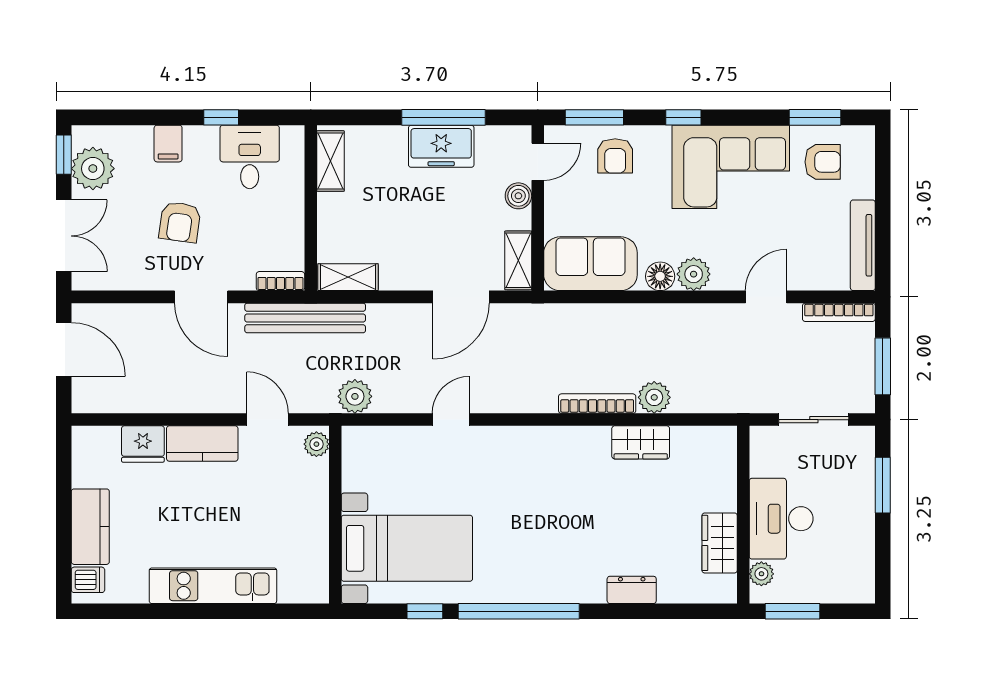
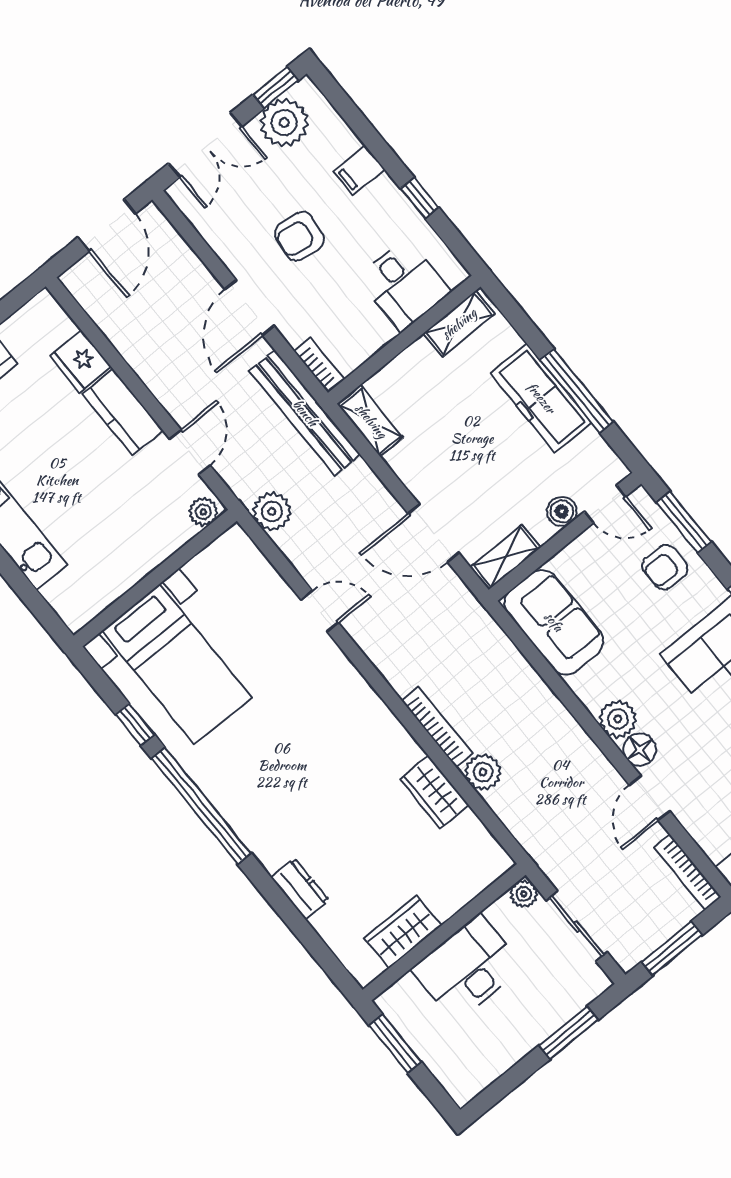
freezer: (441, 146) -> (541, 398), width x1.40
desk: (250, 157) -> (404, 285), moved, turned 90
floor lamp: (660, 276) -> (640, 750), moved
door: (766, 297) -> (649, 798), swing flipped
plant: (761, 574) -> (524, 894), moved

